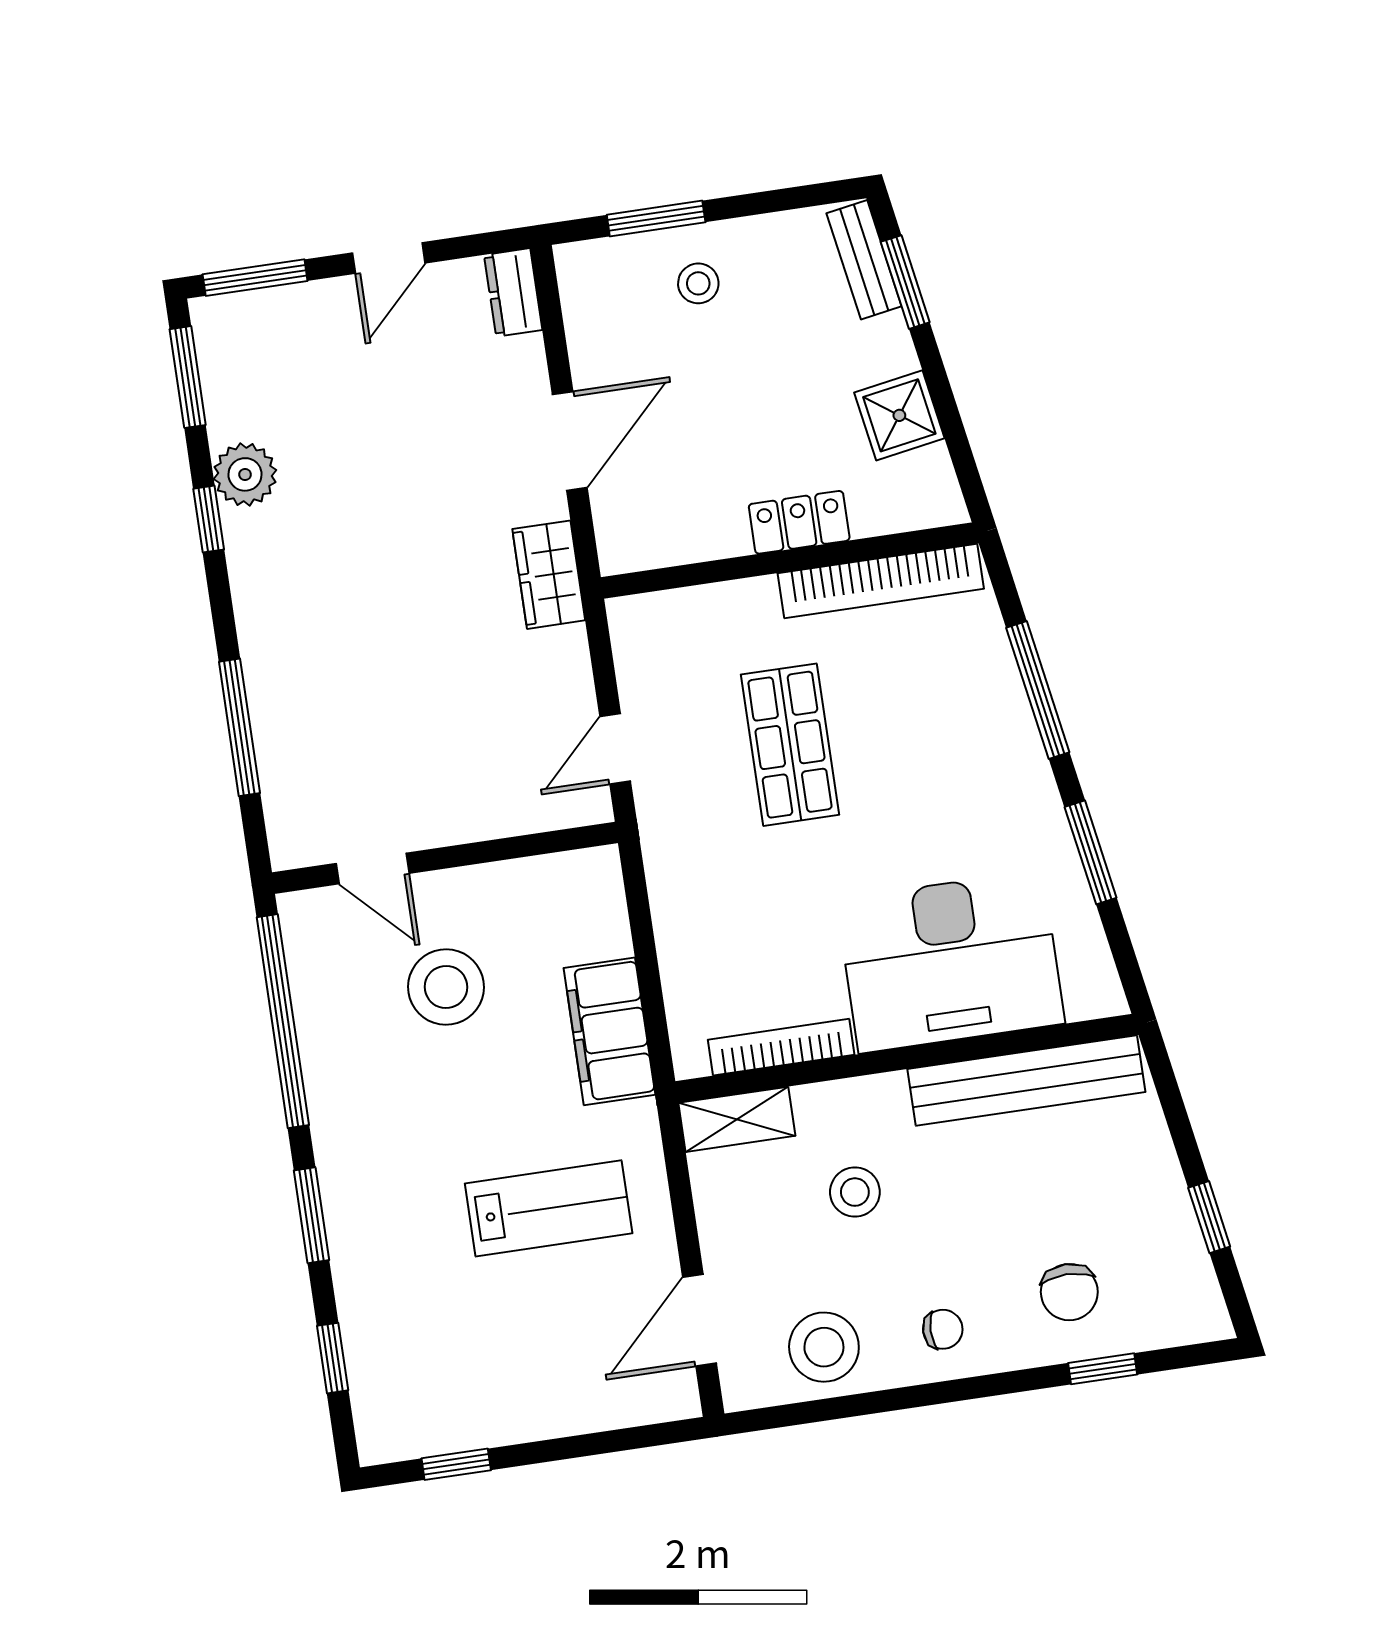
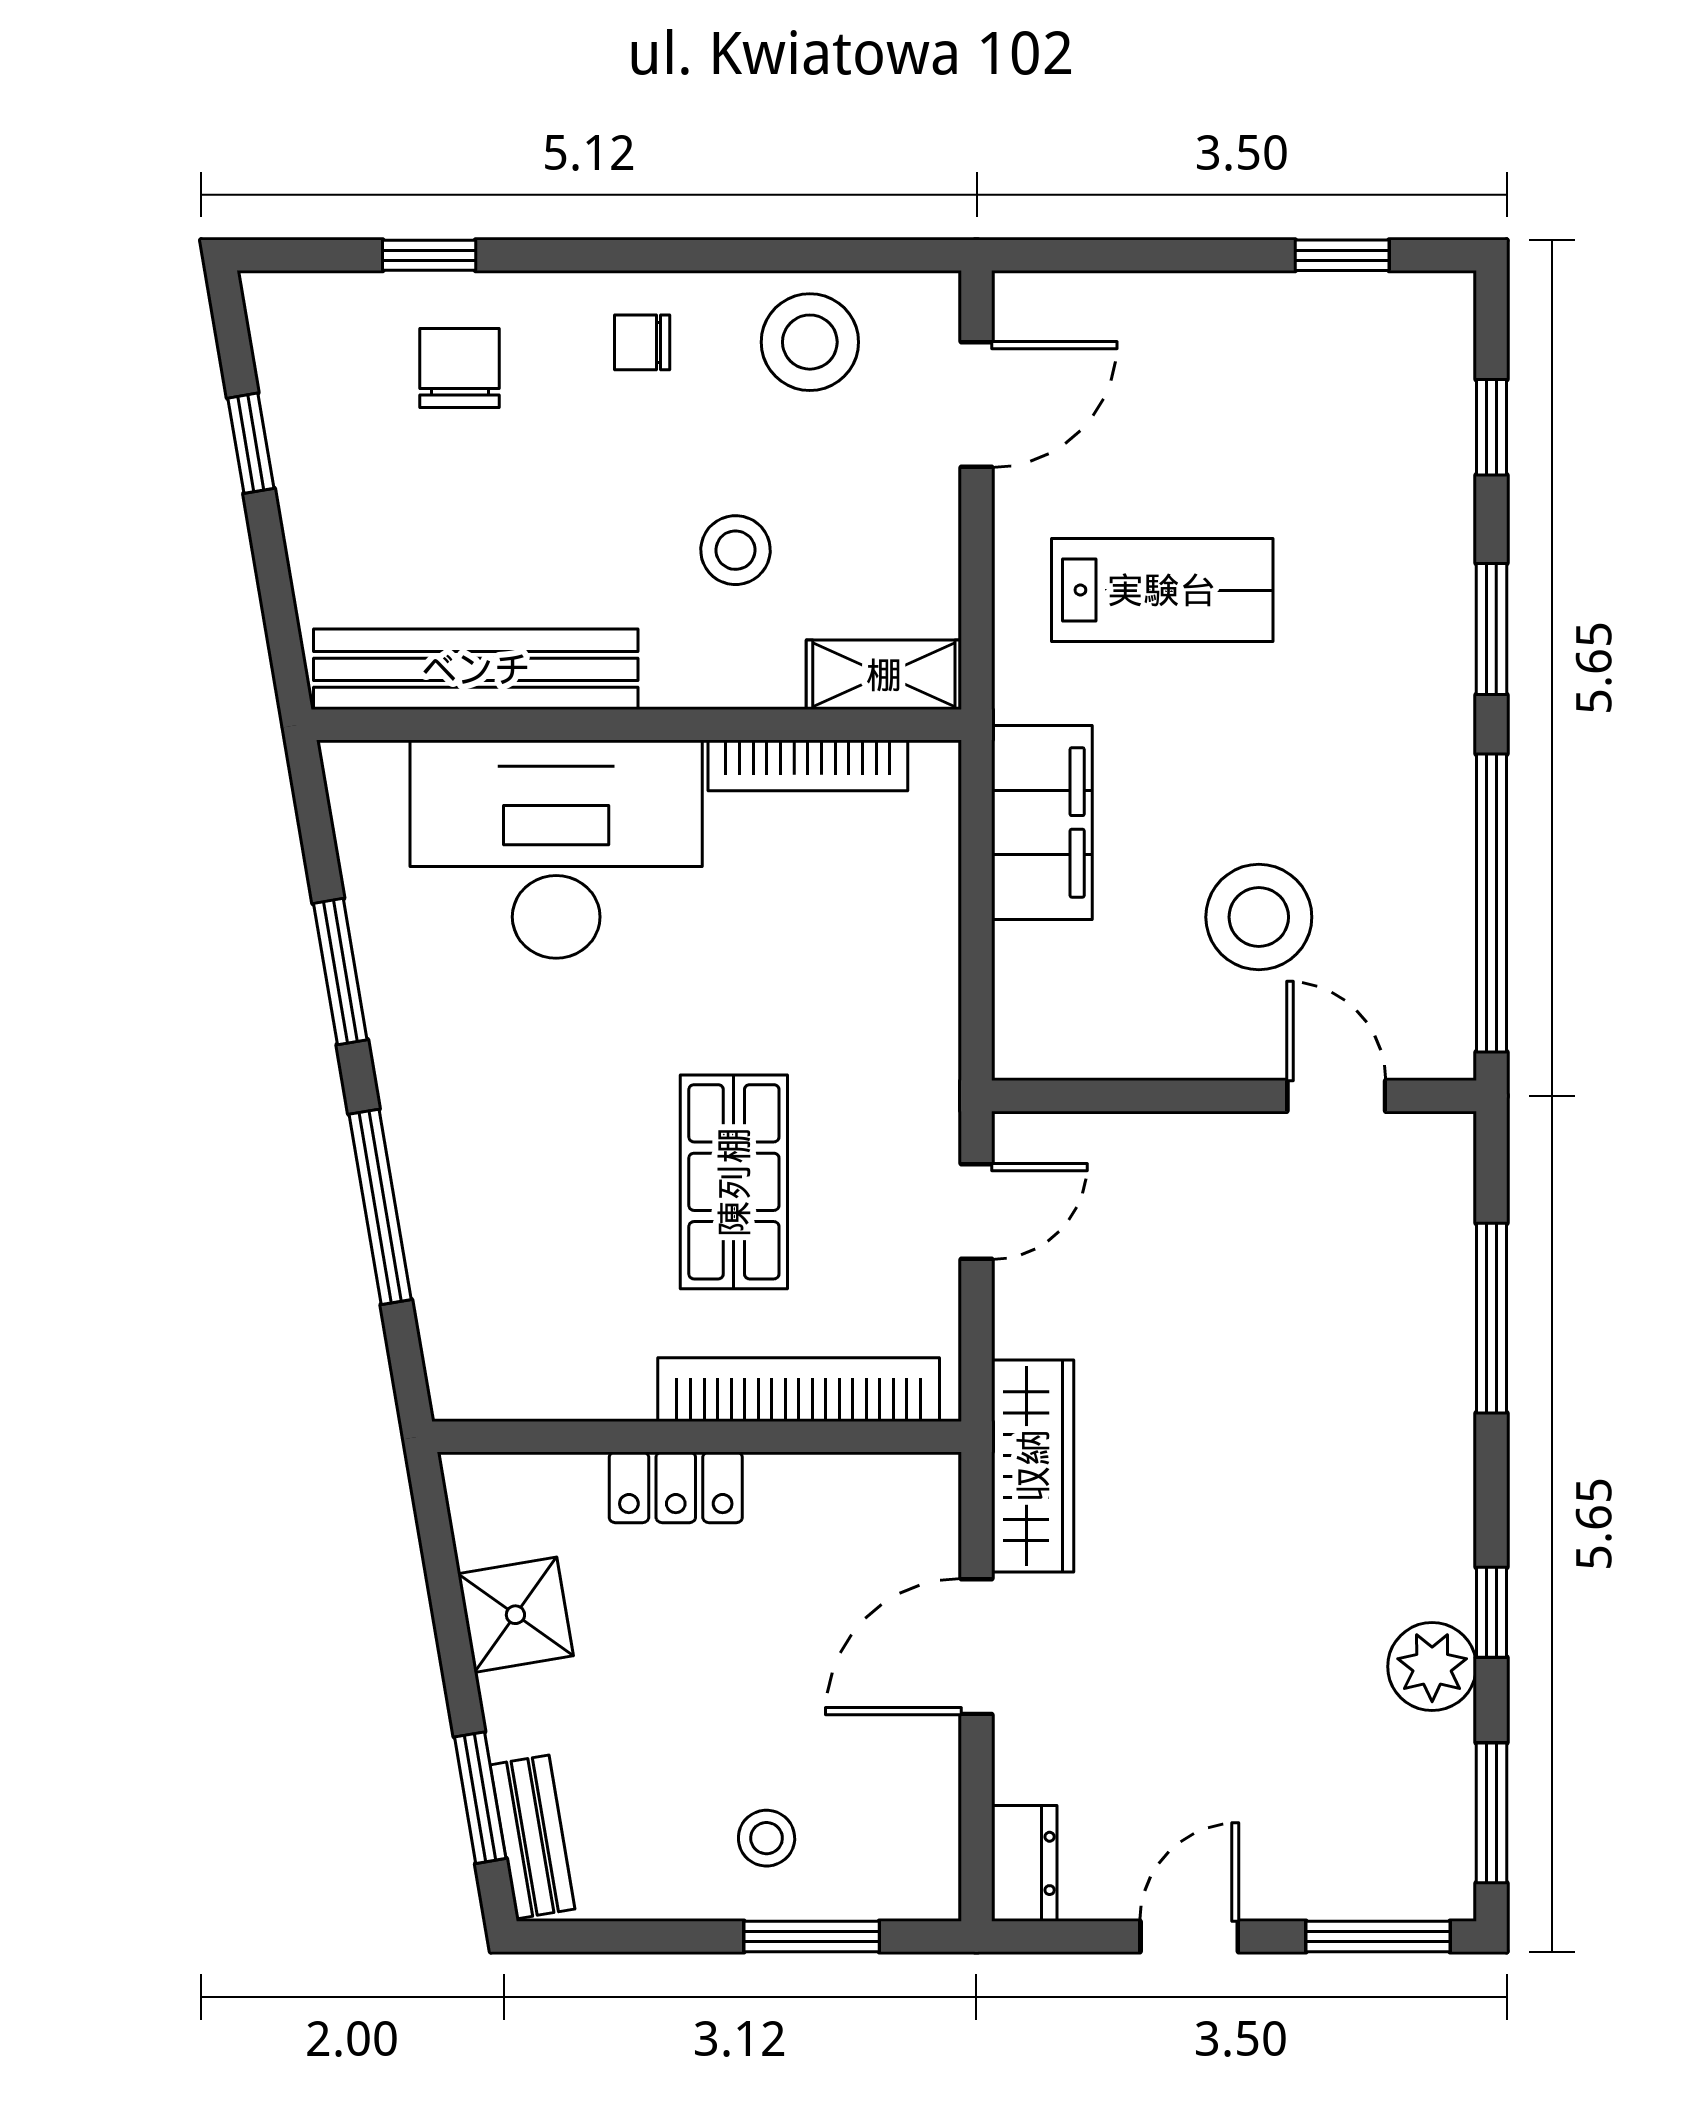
wardrobe: (549, 575) -> (1033, 1466), width x1.50
bookcase: (881, 581) -> (799, 1390), moved
lab bench: (549, 1208) -> (1162, 590), turned 180

